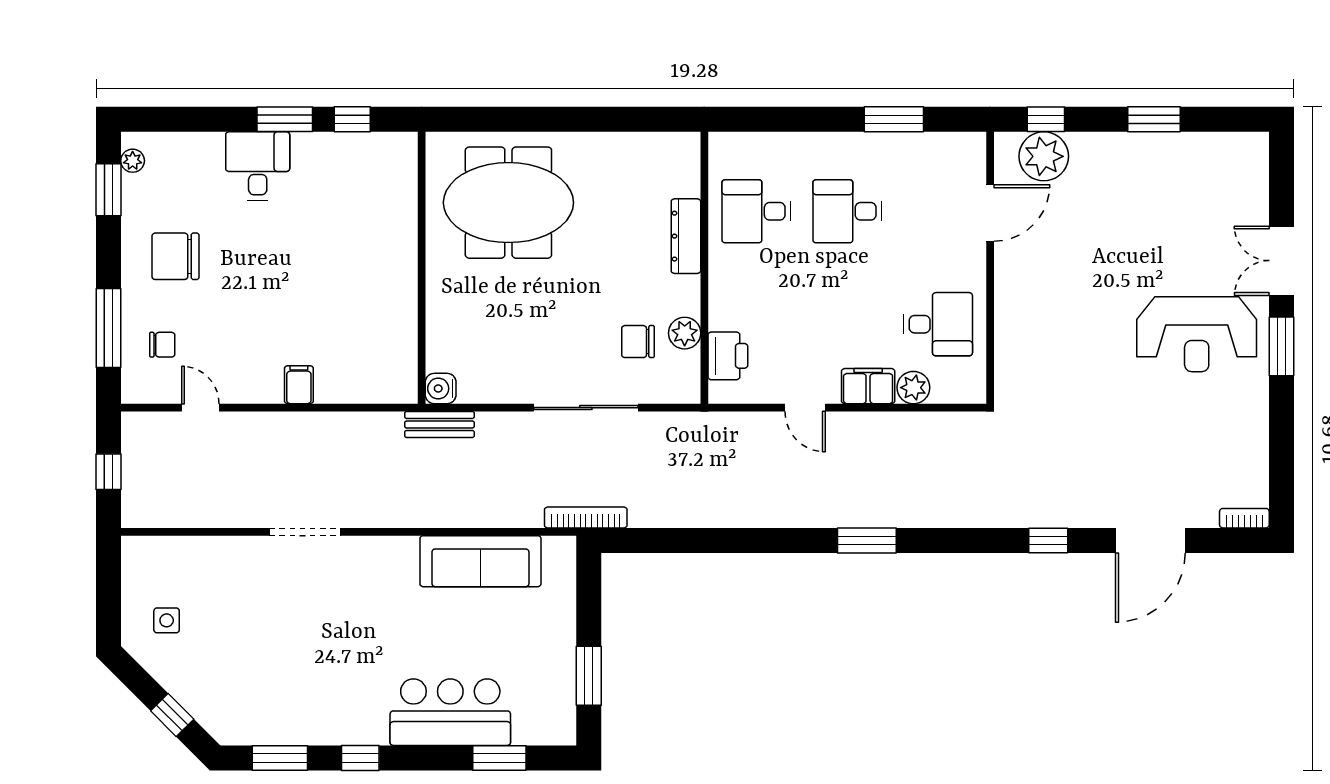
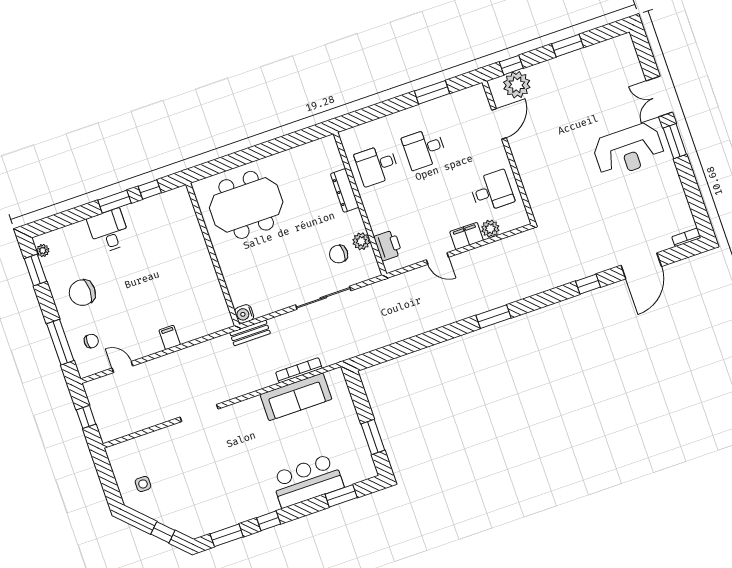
bookcase: (586, 518) -> (299, 370), moved

